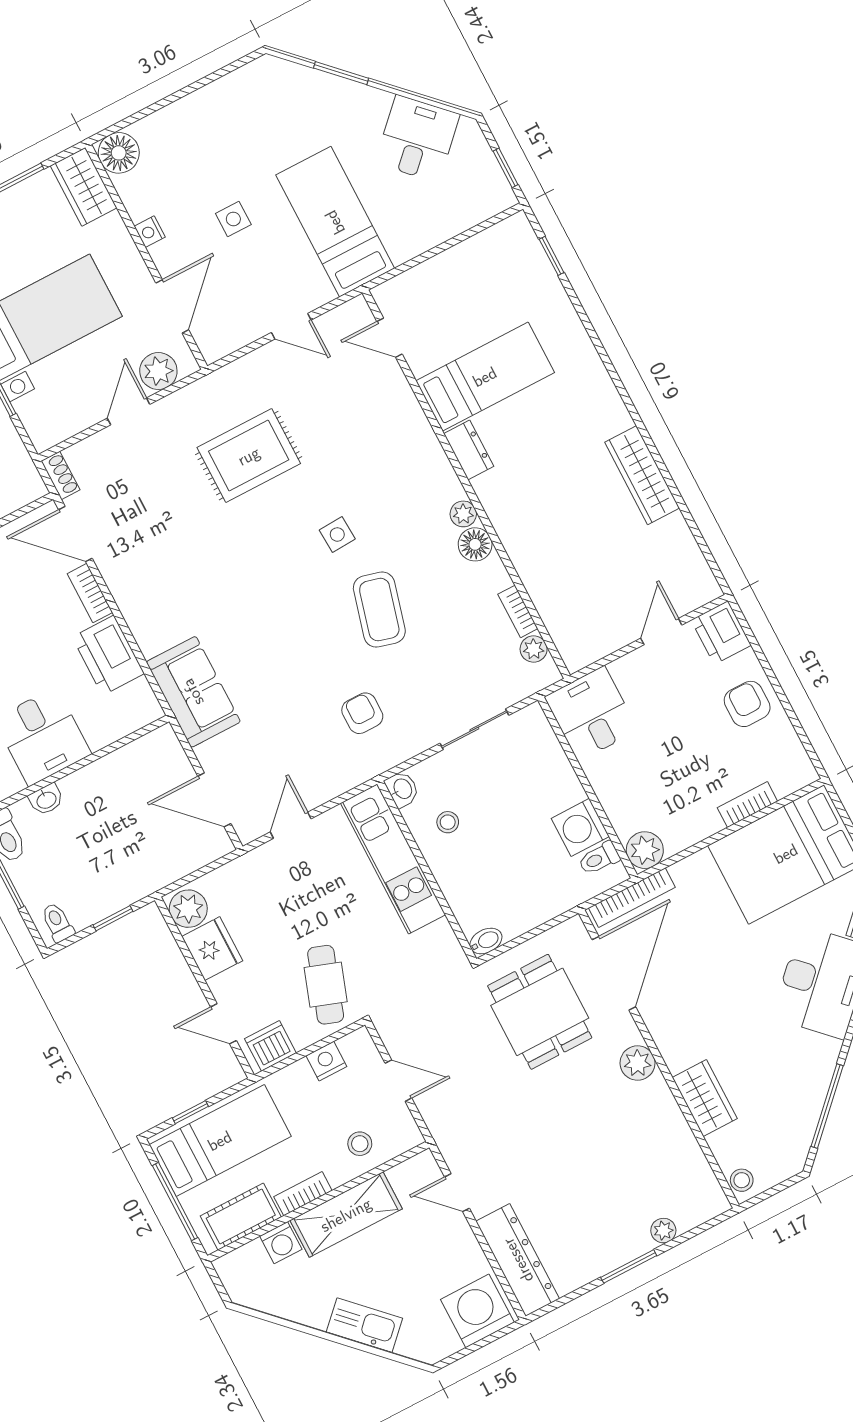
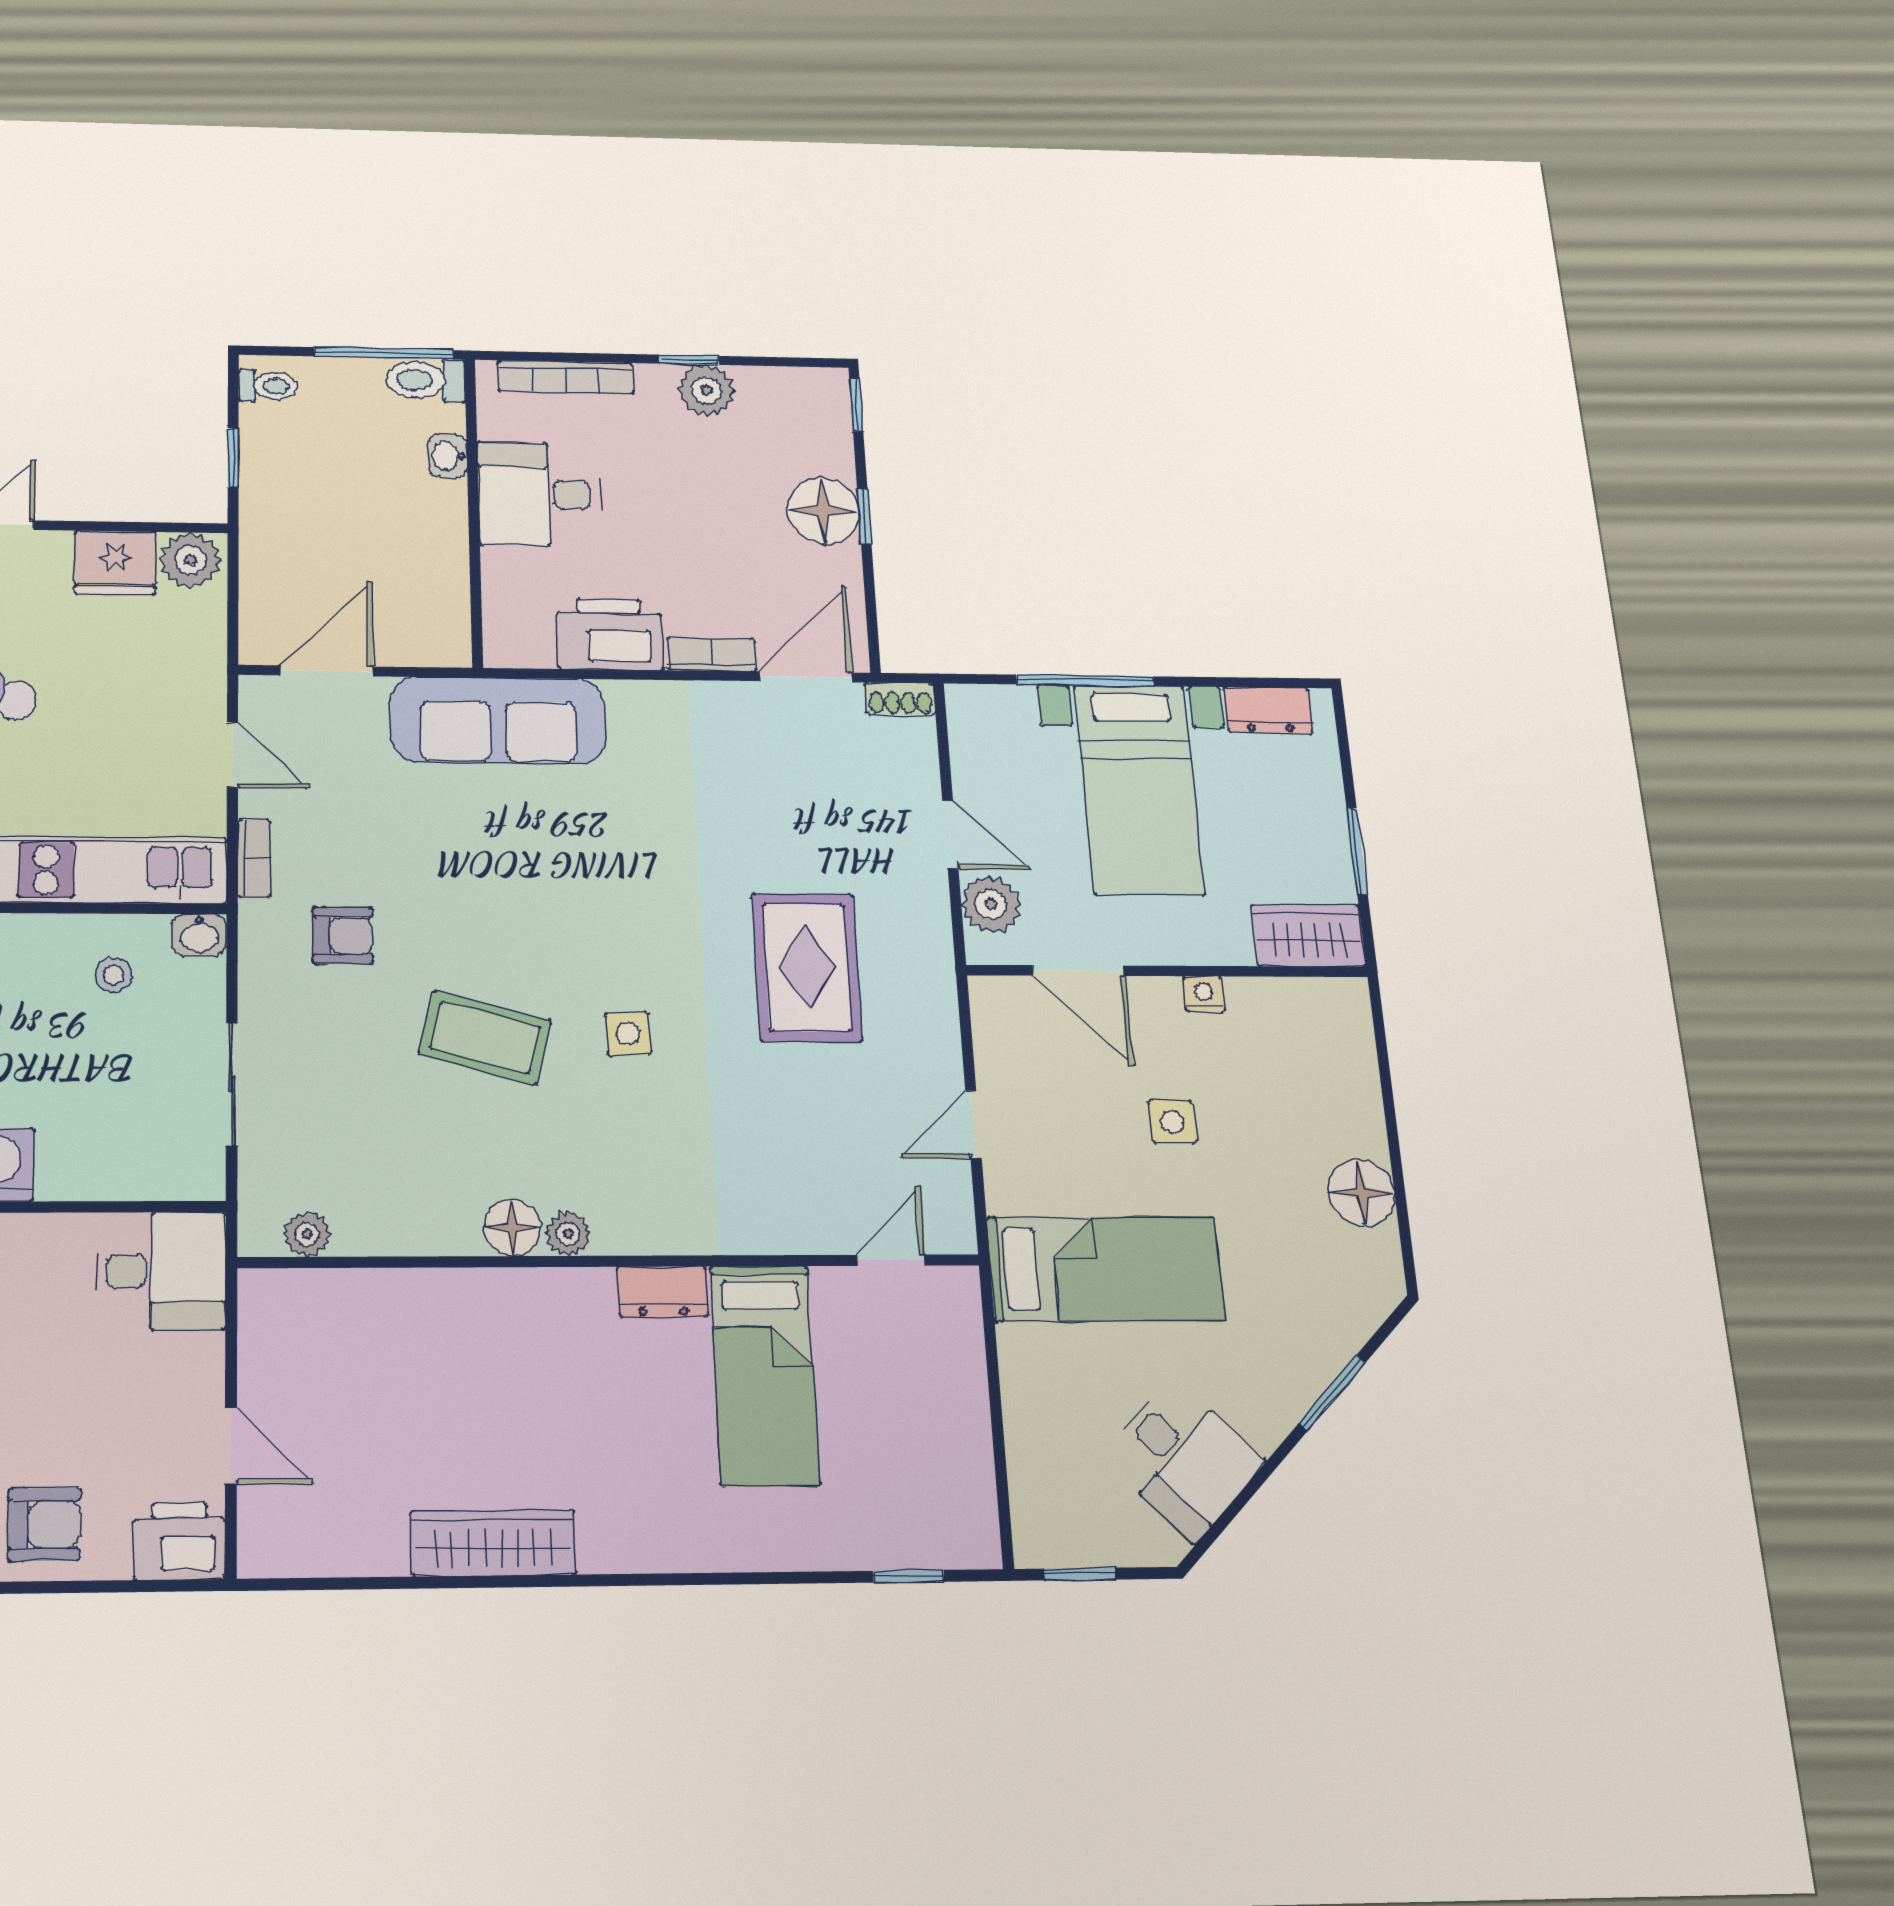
floor lamp: (119, 153) -> (1361, 1193), moved
bookcase: (518, 611) -> (254, 859), moved, turned 90
sofa: (193, 692) -> (498, 720), width x1.36

